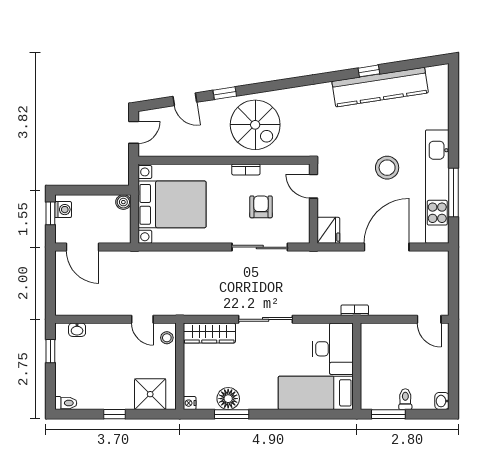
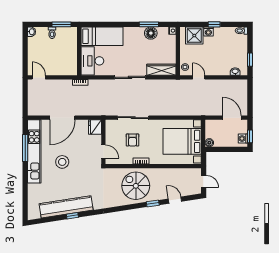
door: (134, 132) -> (204, 182), swing flipped
washing machine: (125, 401) -> (208, 32), added

